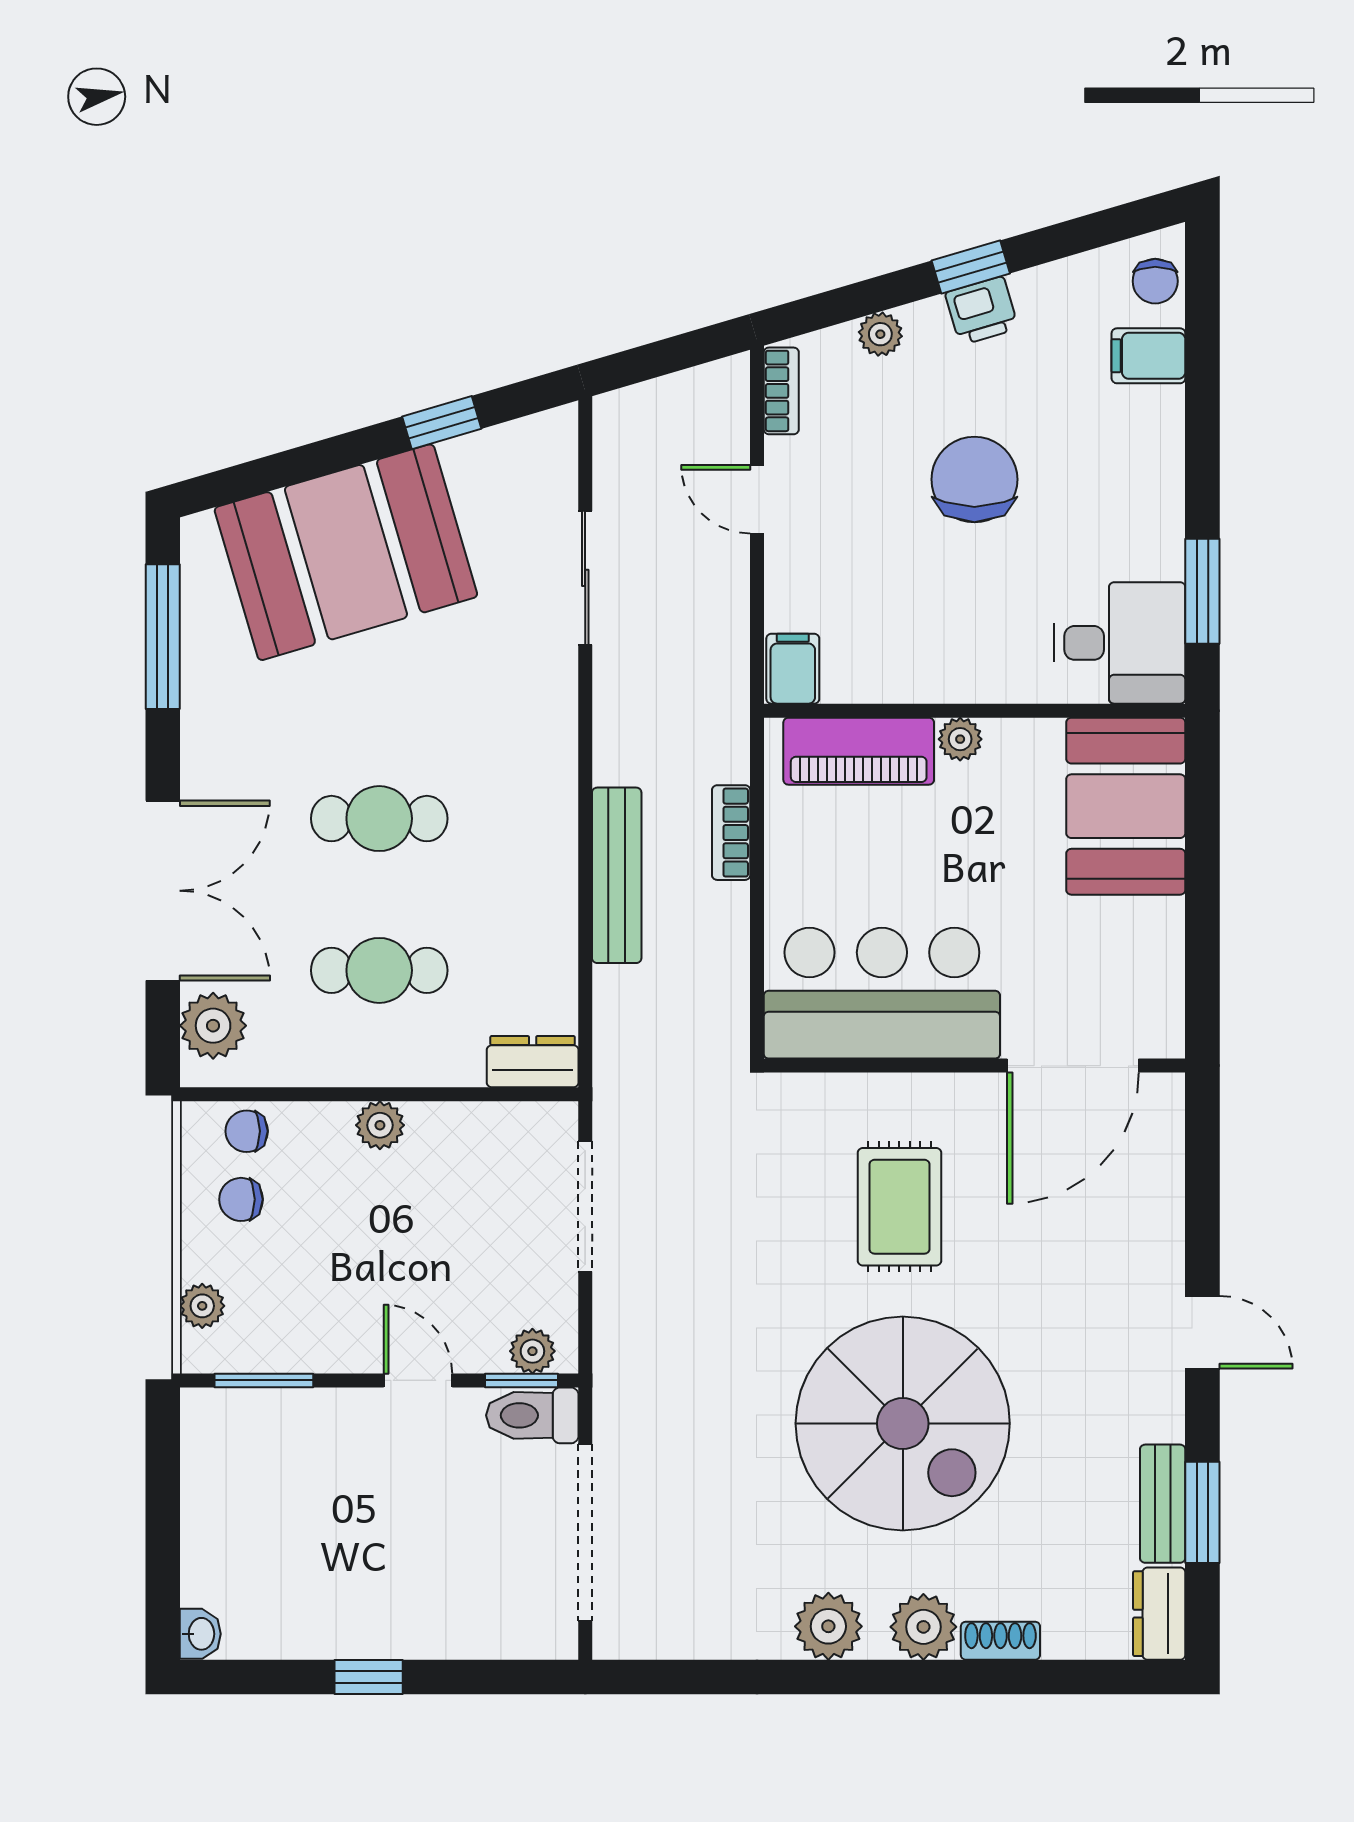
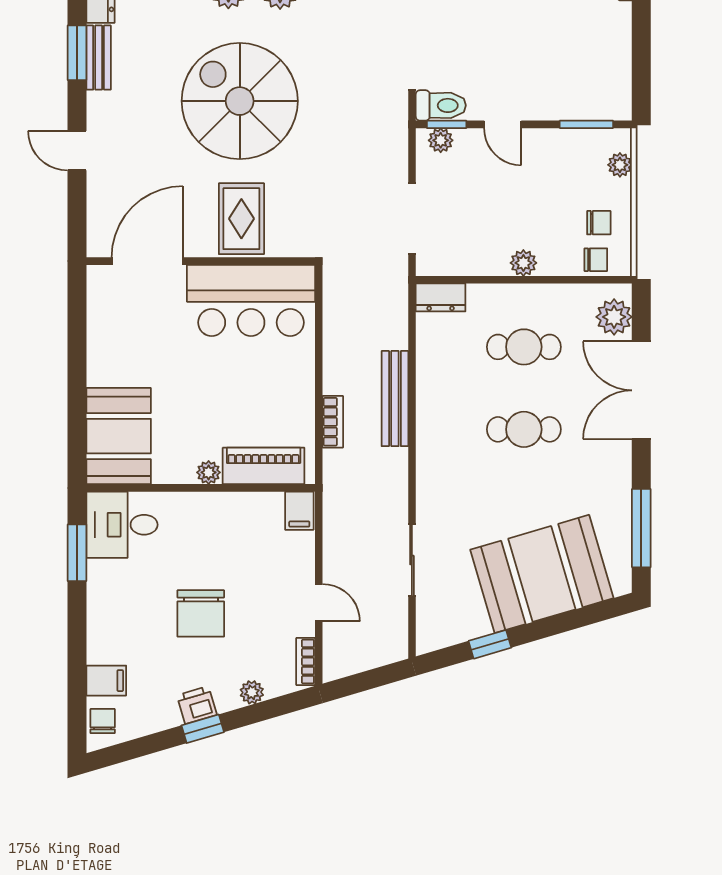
bar counter: (882, 993) -> (251, 300), moved
wall: (975, 1066) -> (201, 261), moved
door: (1073, 1066) -> (147, 261), moved

